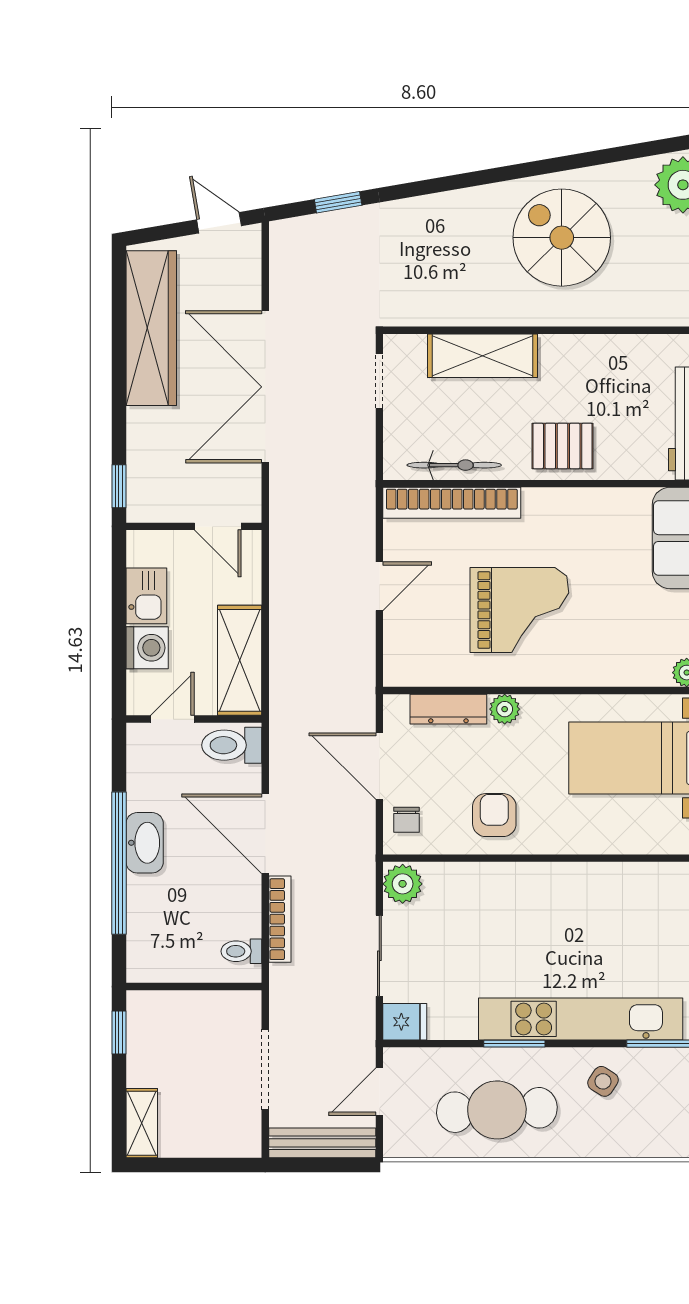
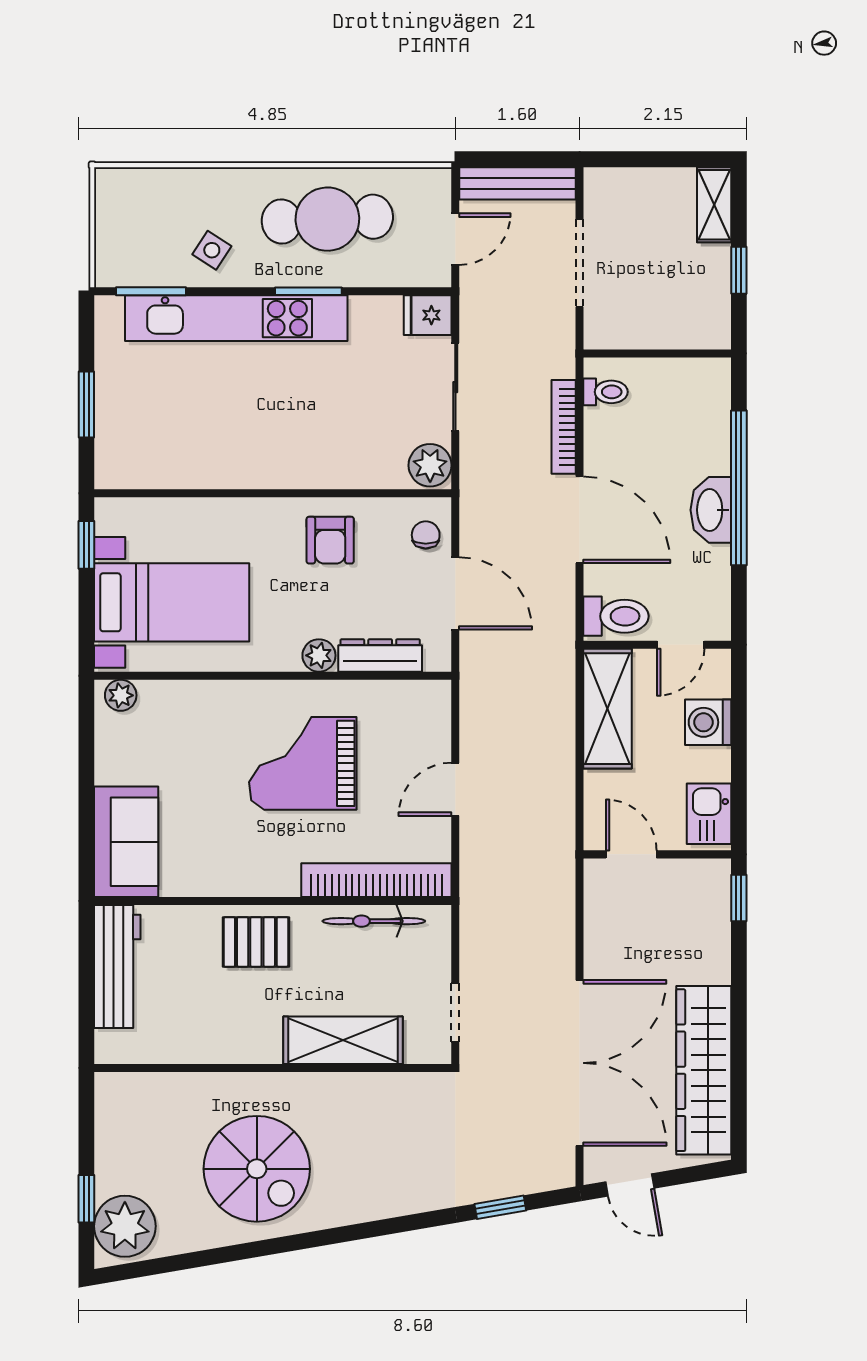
double door: (265, 387) -> (580, 1063), moved
kitchen sink: (146, 596) -> (709, 814), moved
window: (119, 1033) -> (739, 270), moved

